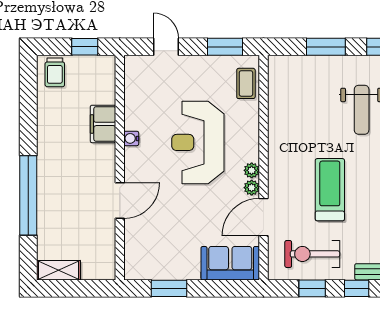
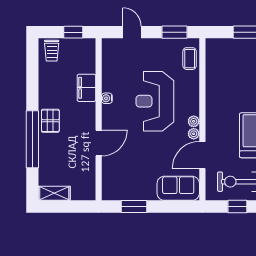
pallet: (53, 170) -> (50, 121), added

